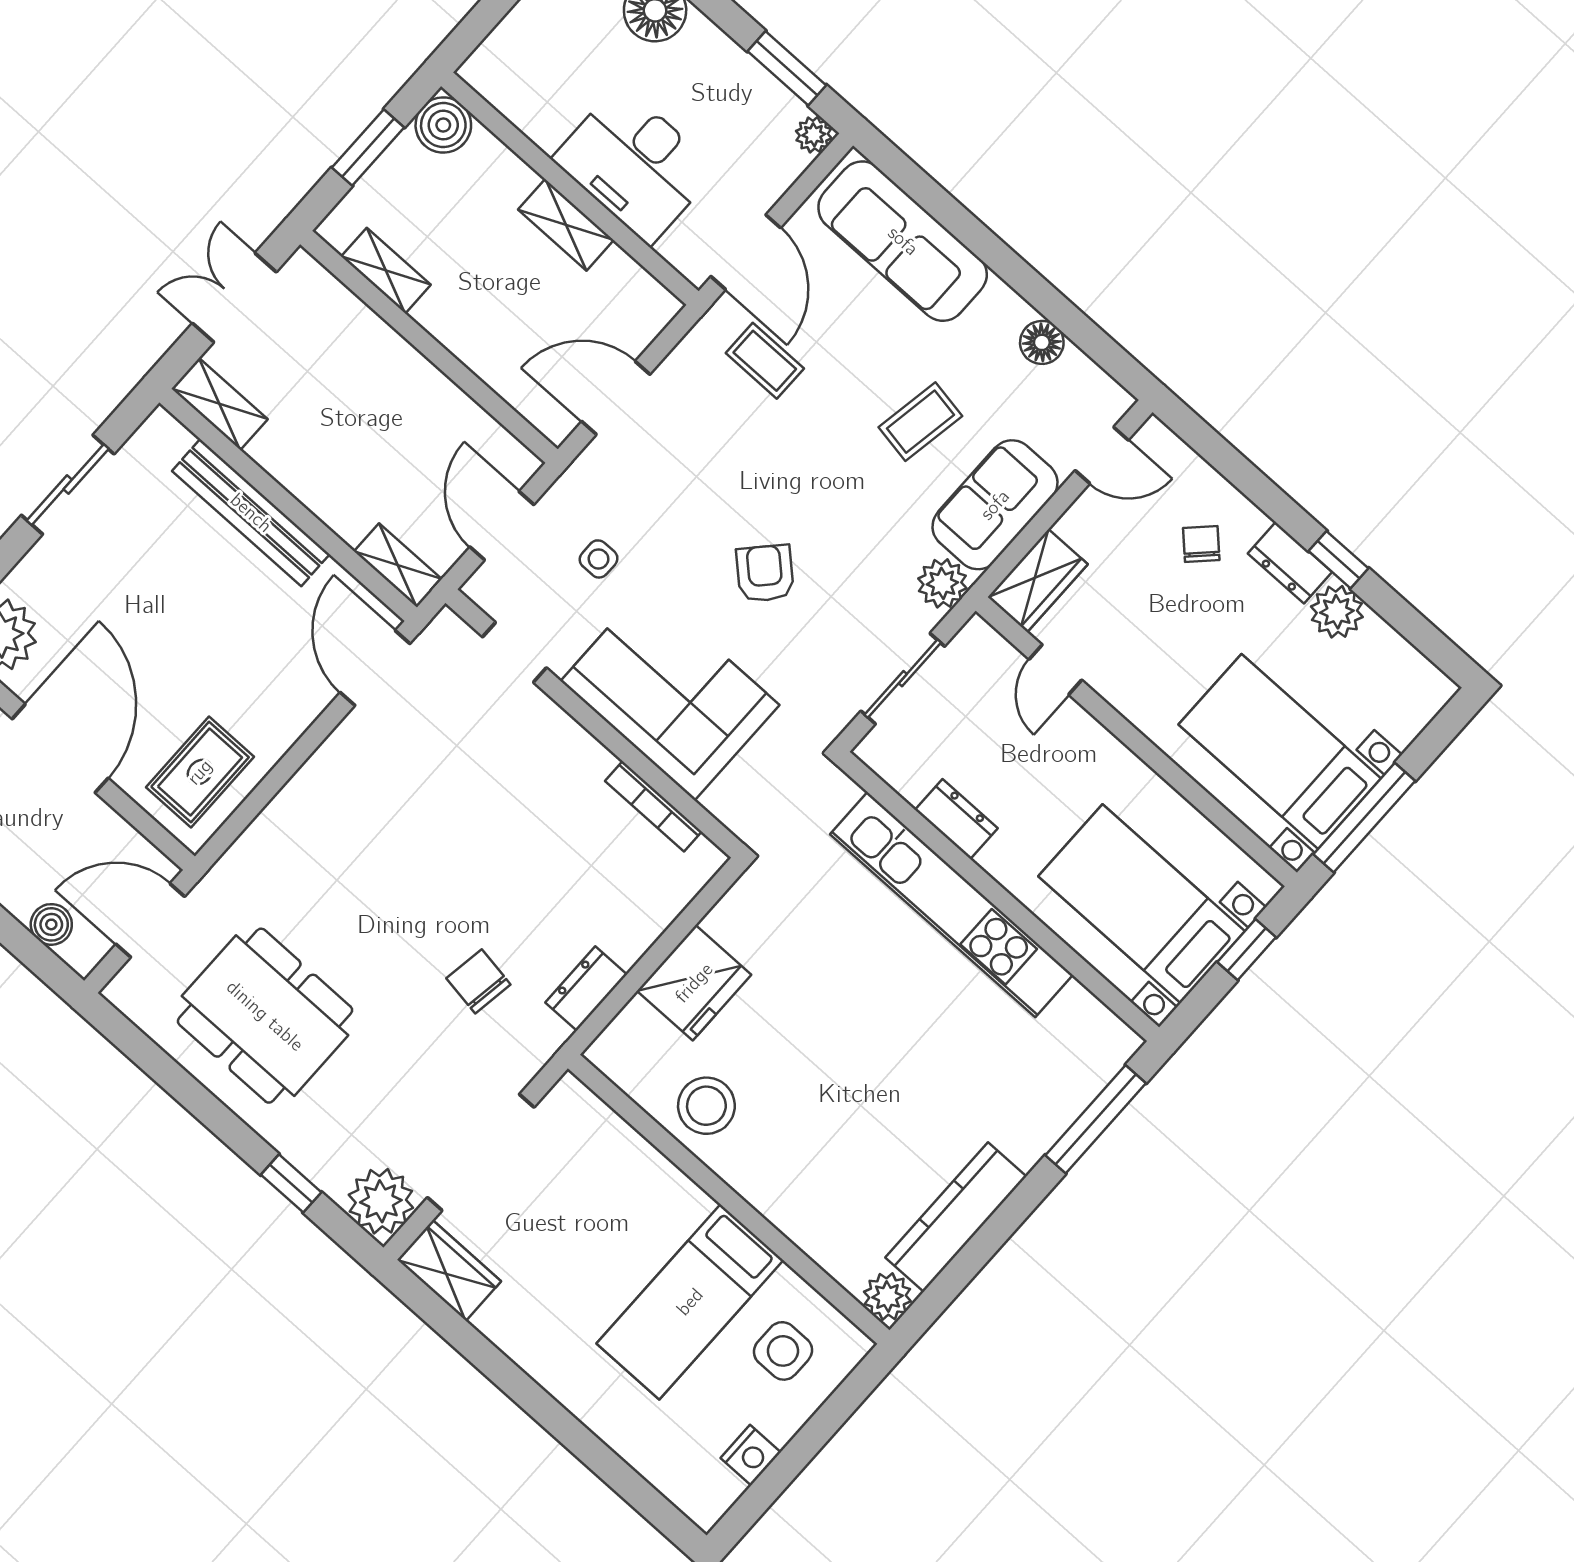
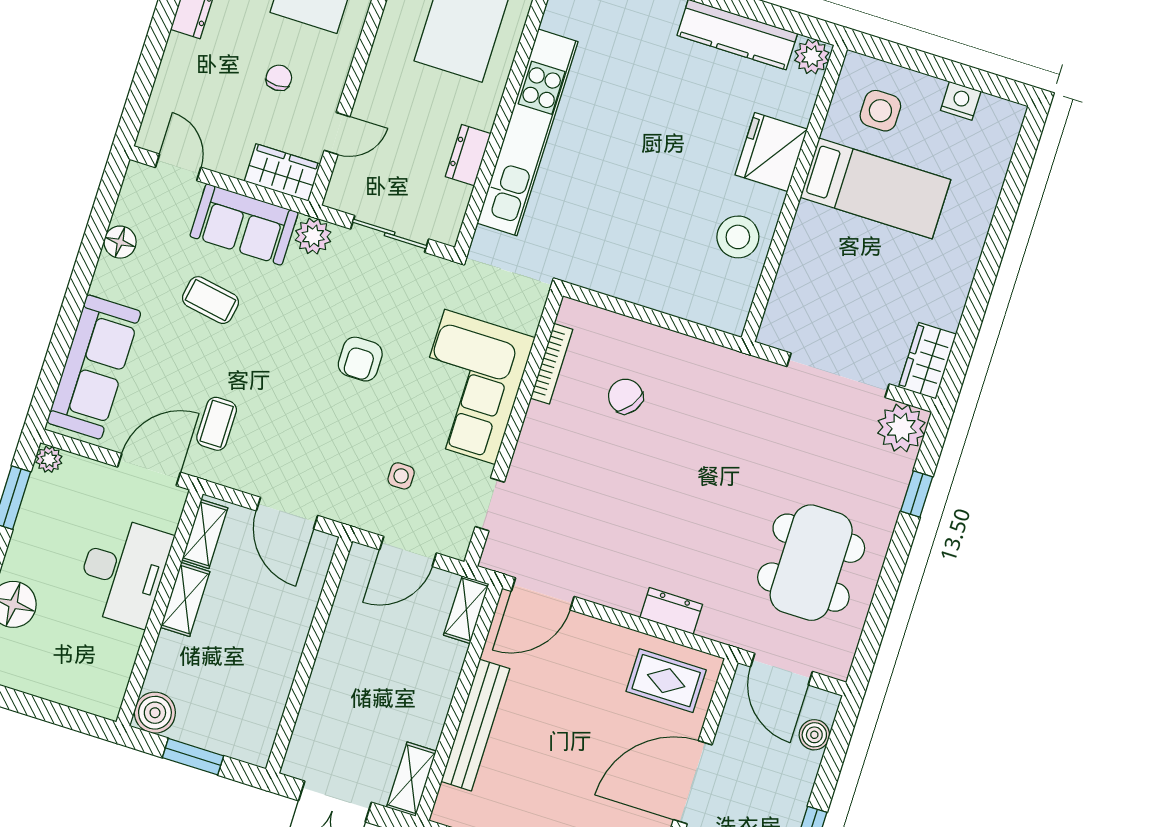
shelving: (386, 271) -> (205, 534), moved
chair: (1201, 544) -> (279, 78), moved, turned 135
armchair: (765, 573) -> (360, 359), turned -43
chair: (478, 981) -> (626, 396), moved, turned 117
fridge: (694, 983) -> (771, 152), moved, turned -90
dresser: (586, 989) -> (671, 611), moved, turned 180

